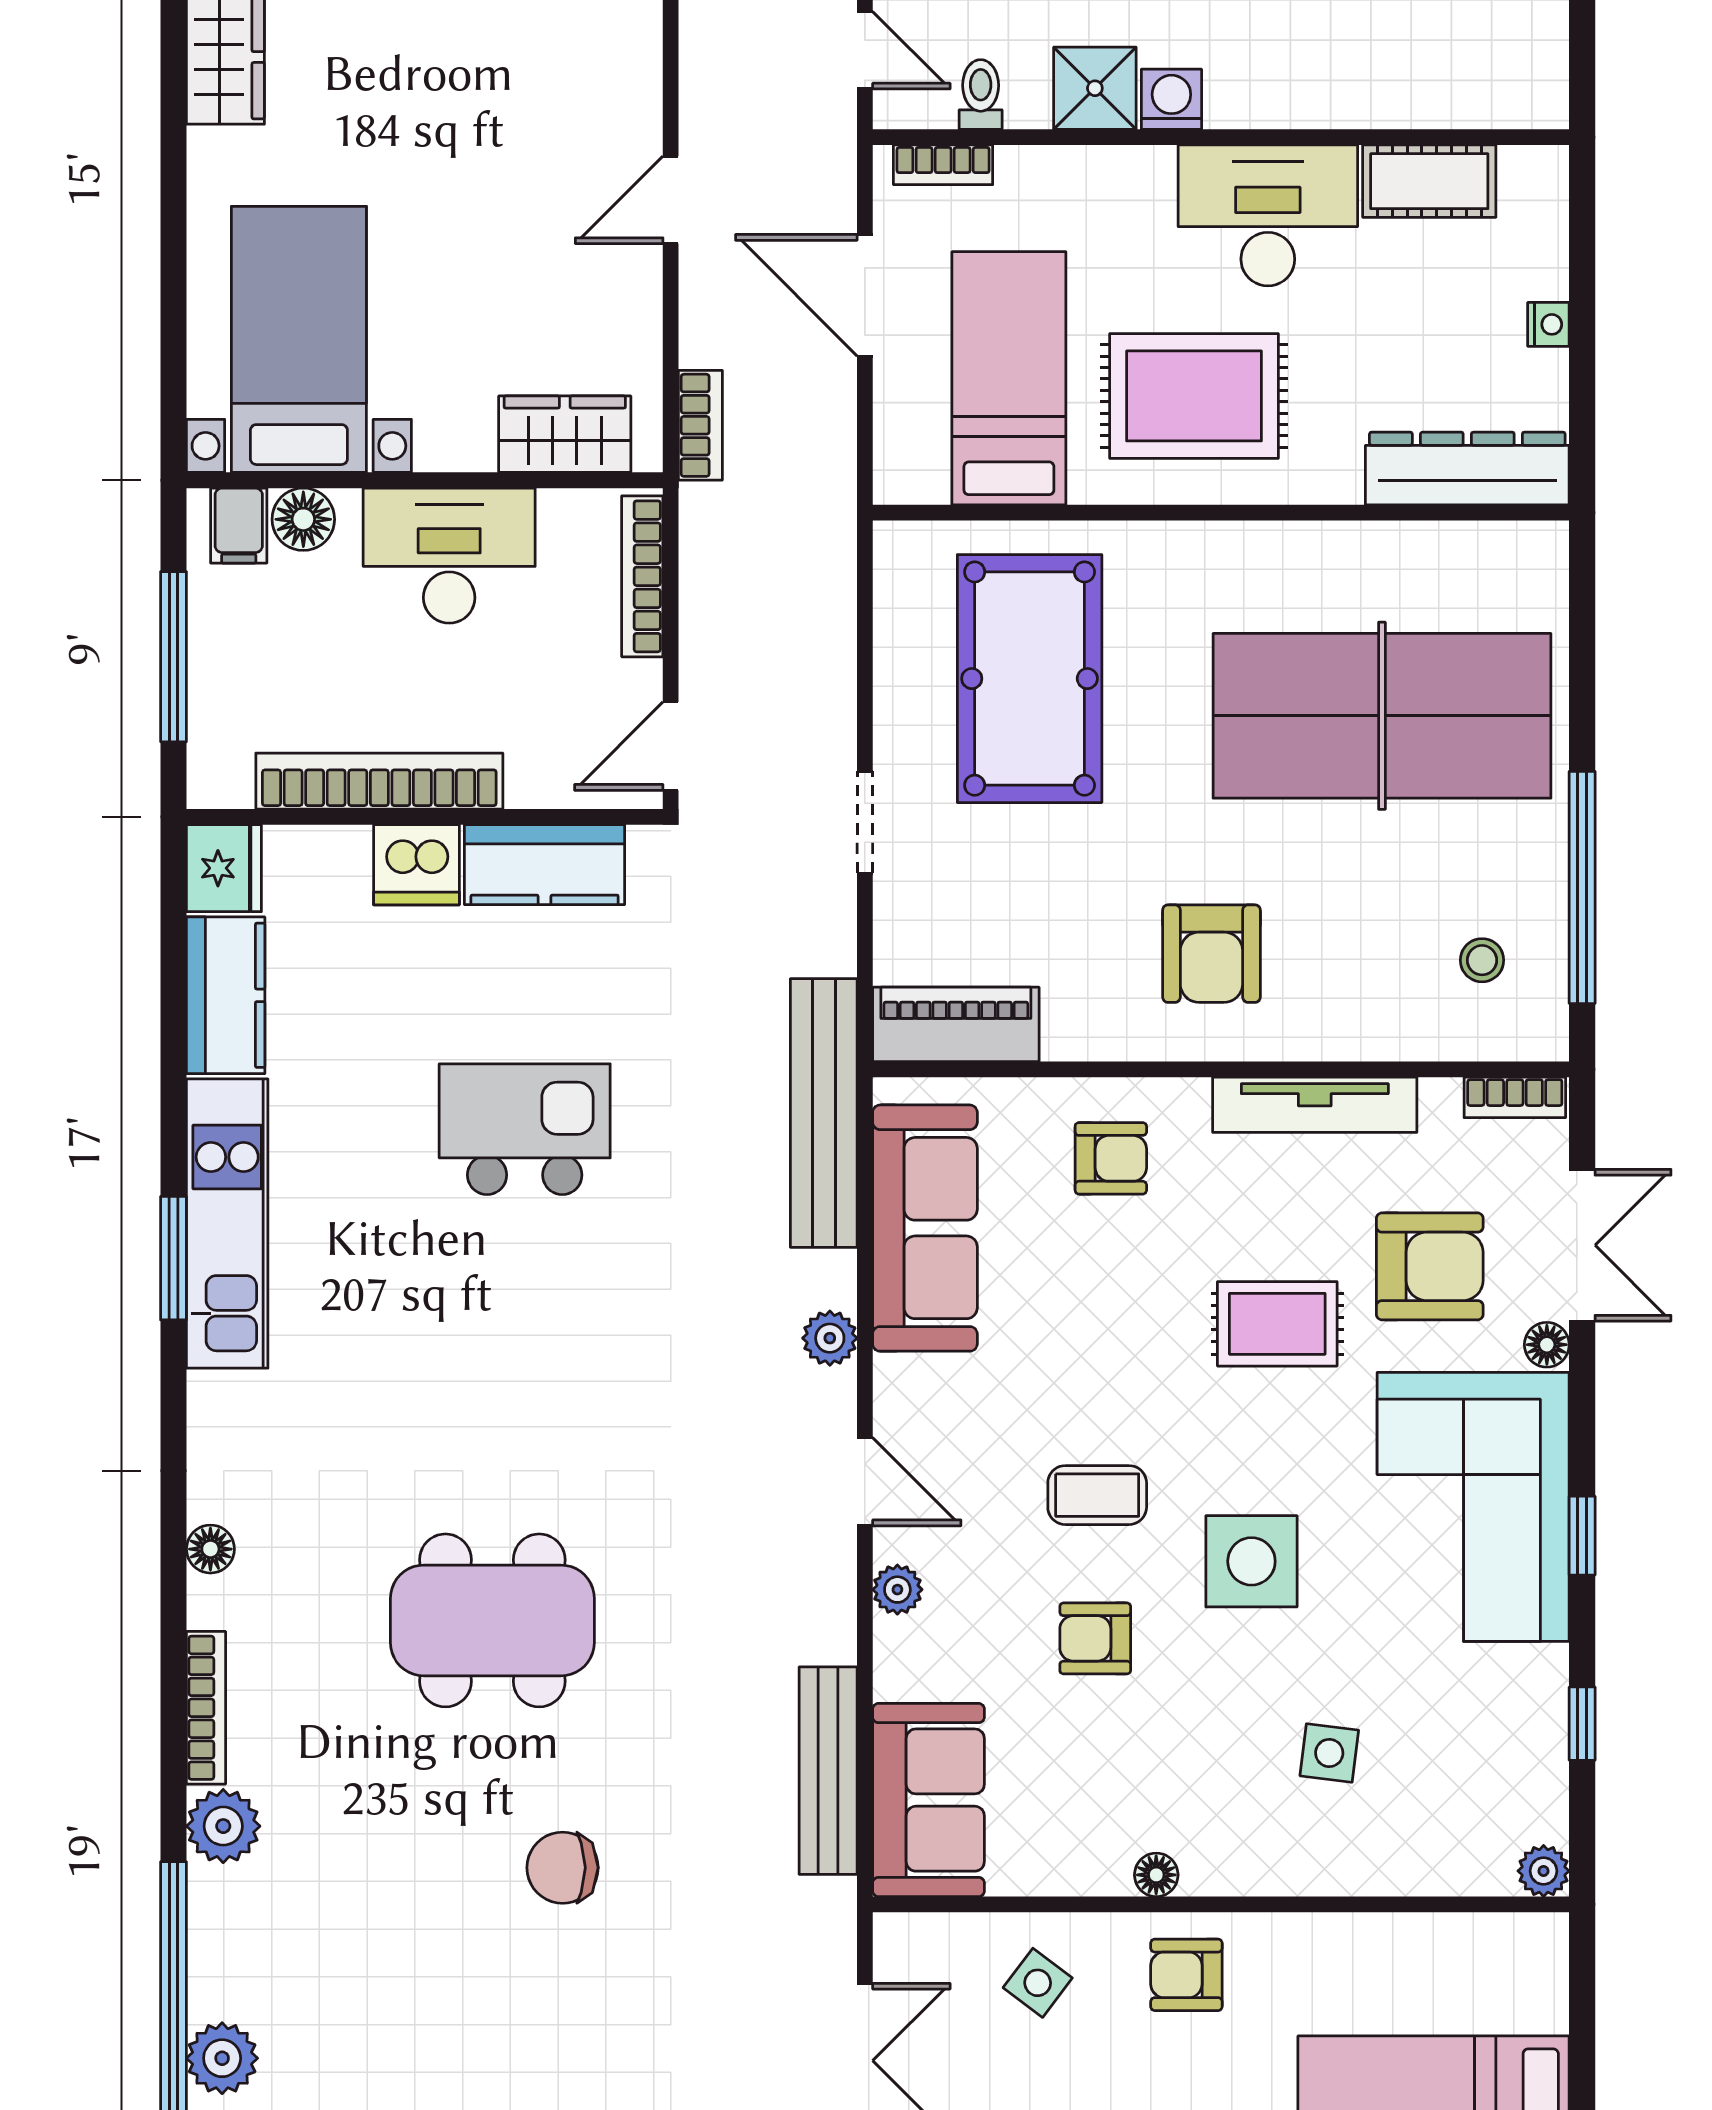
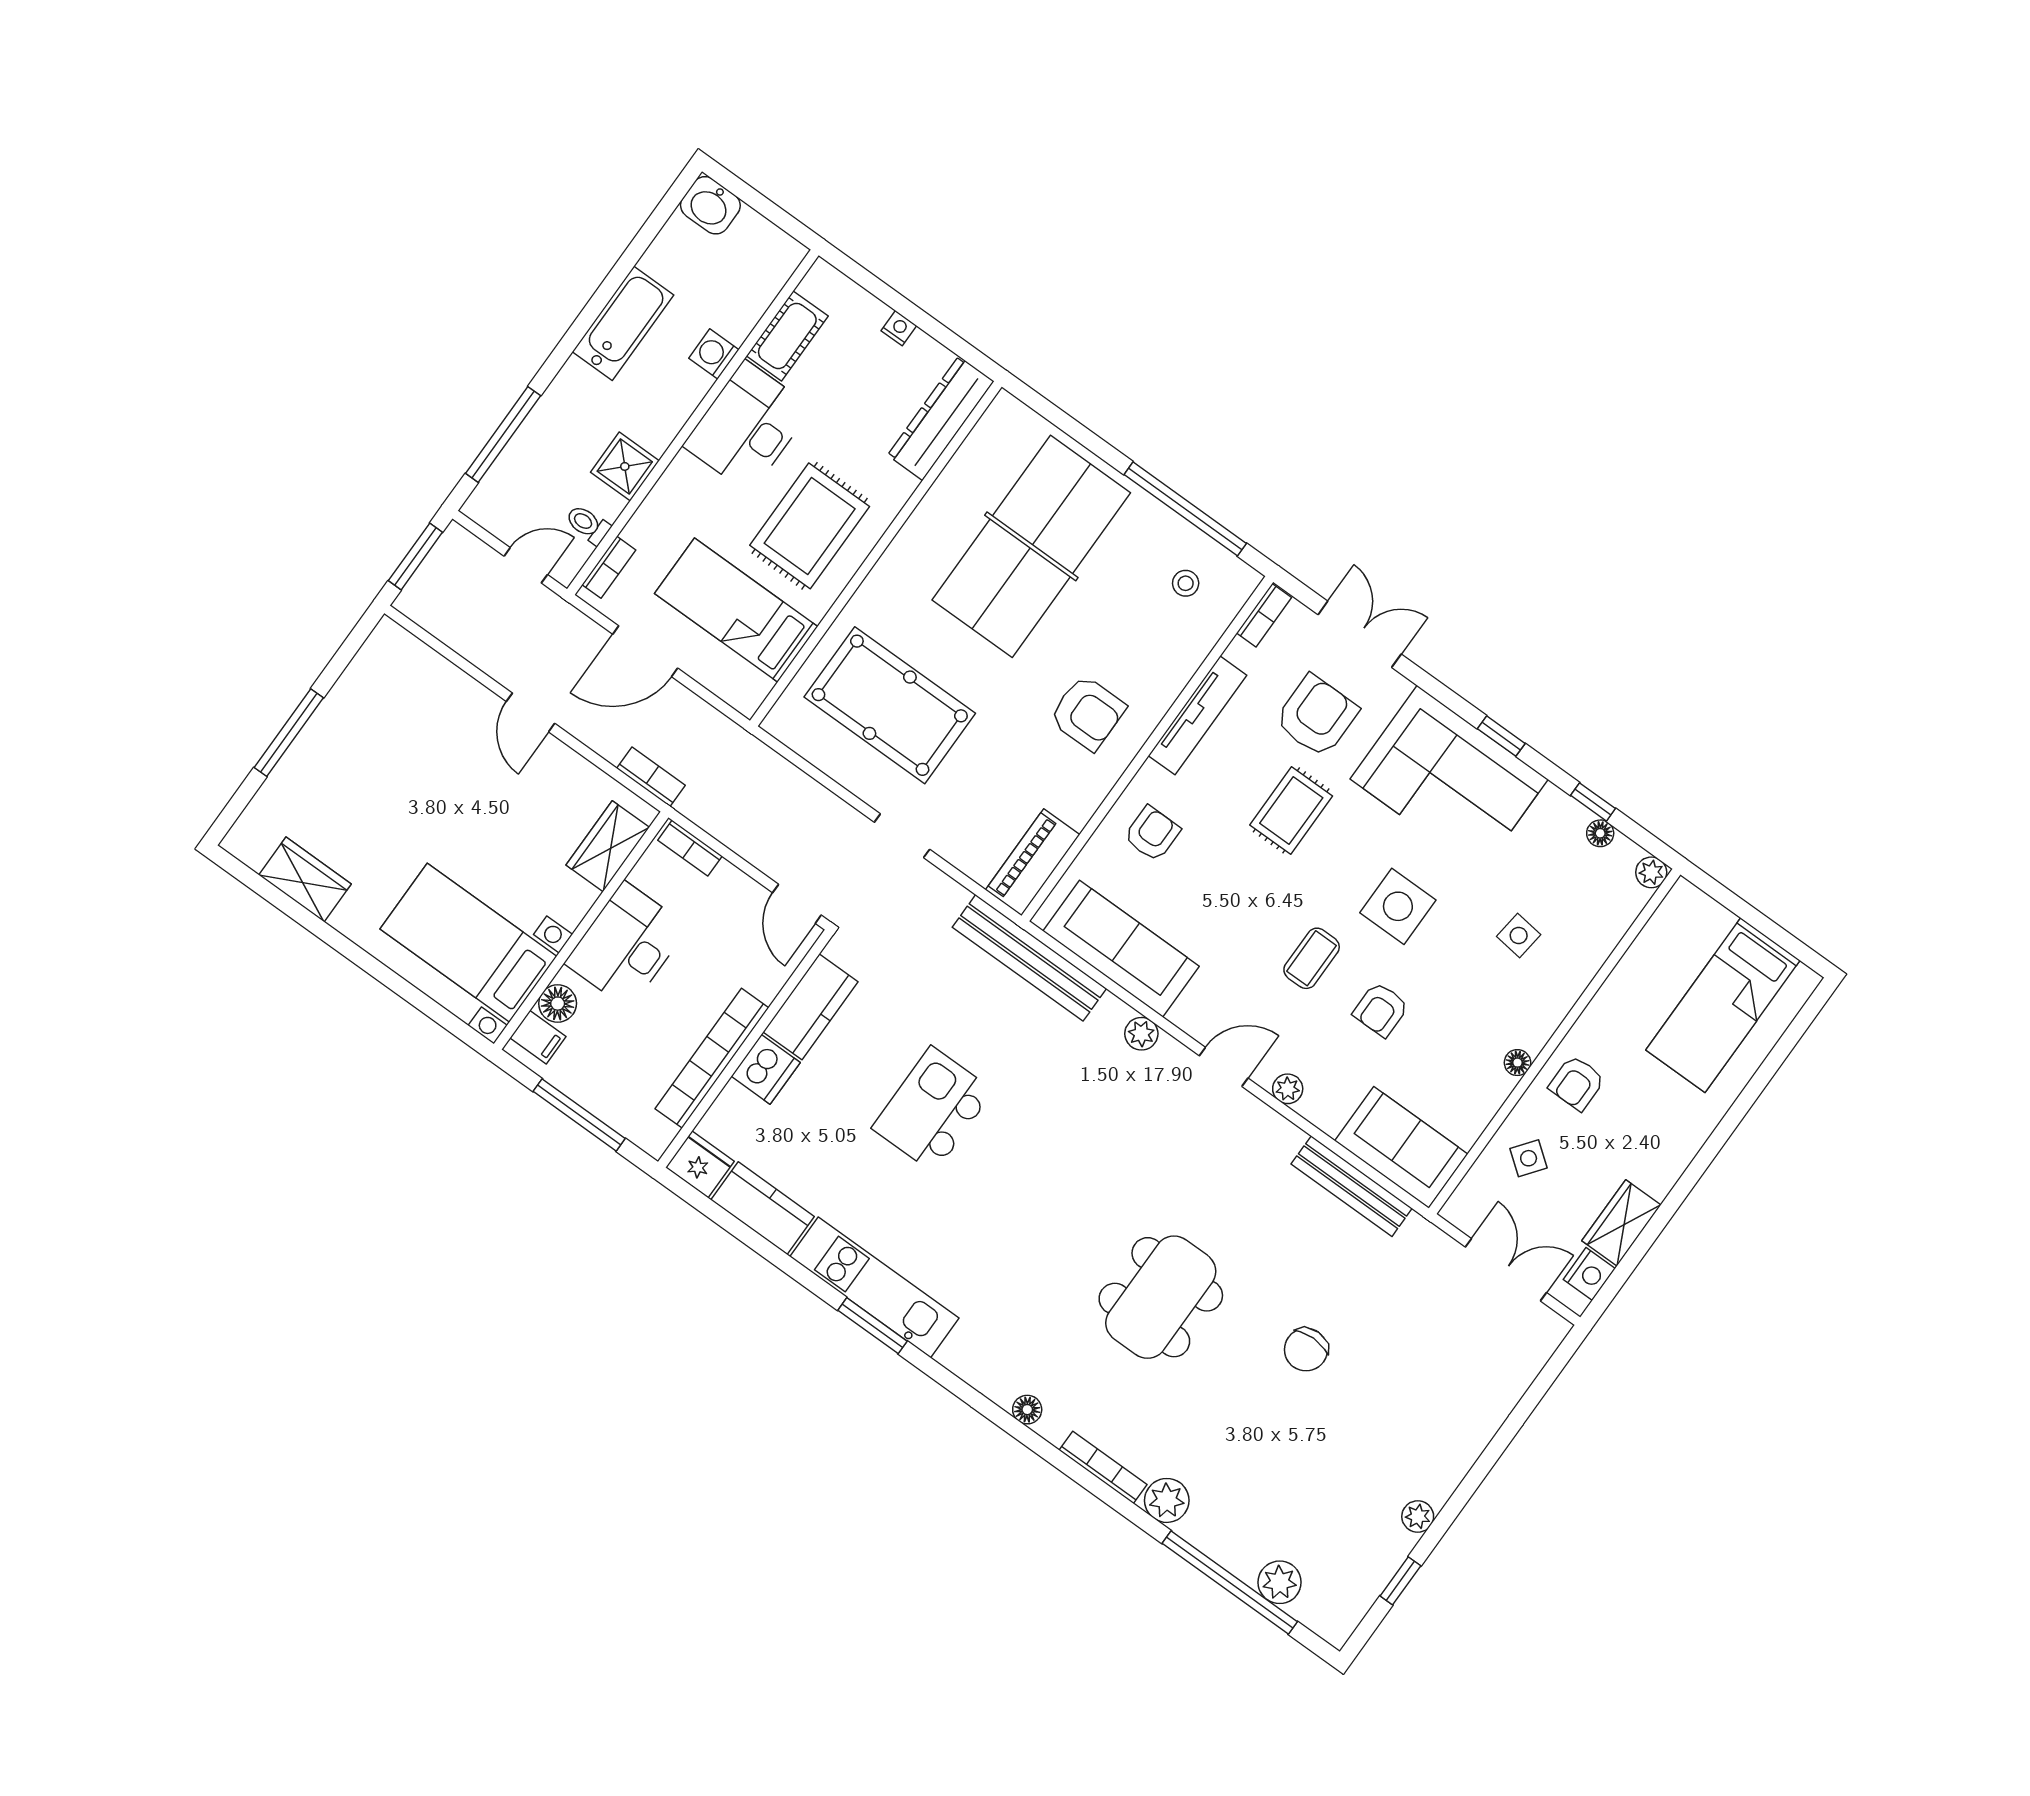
washing machine: (1171, 99) -> (714, 354), moved
bookcase: (642, 576) -> (690, 848), width x0.64
floor lamp: (1547, 1345) -> (1600, 833), moved

